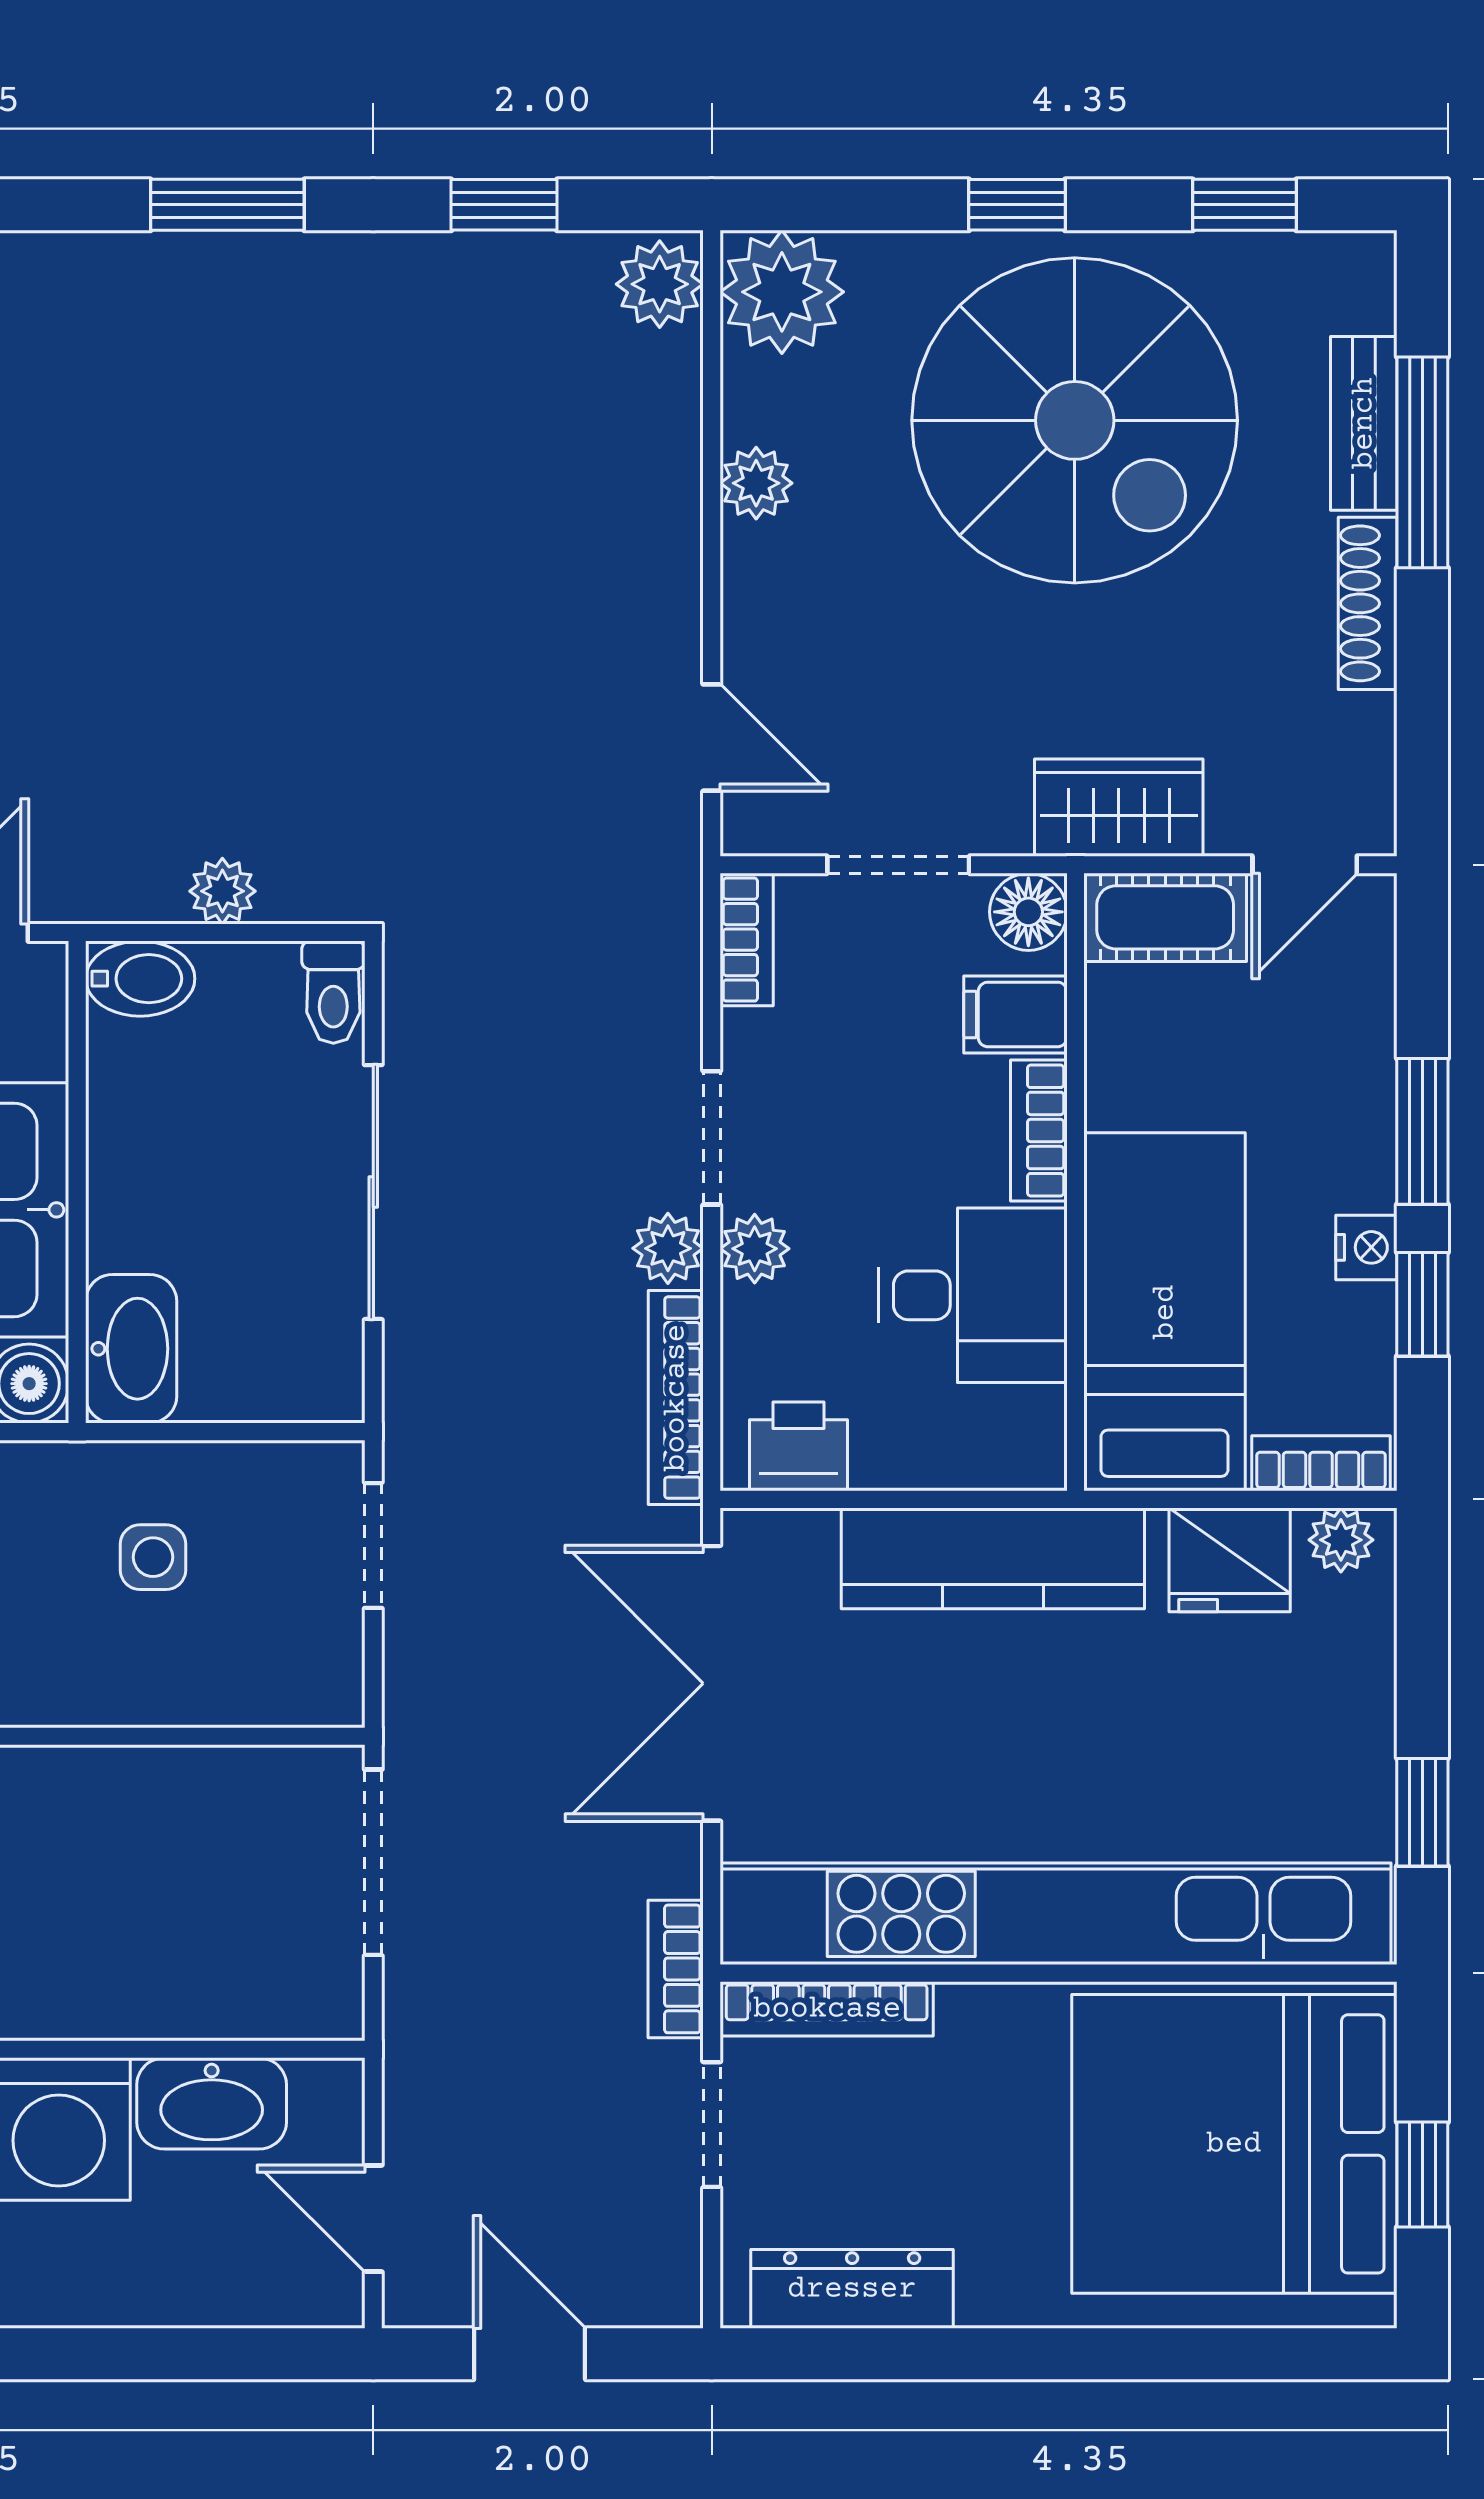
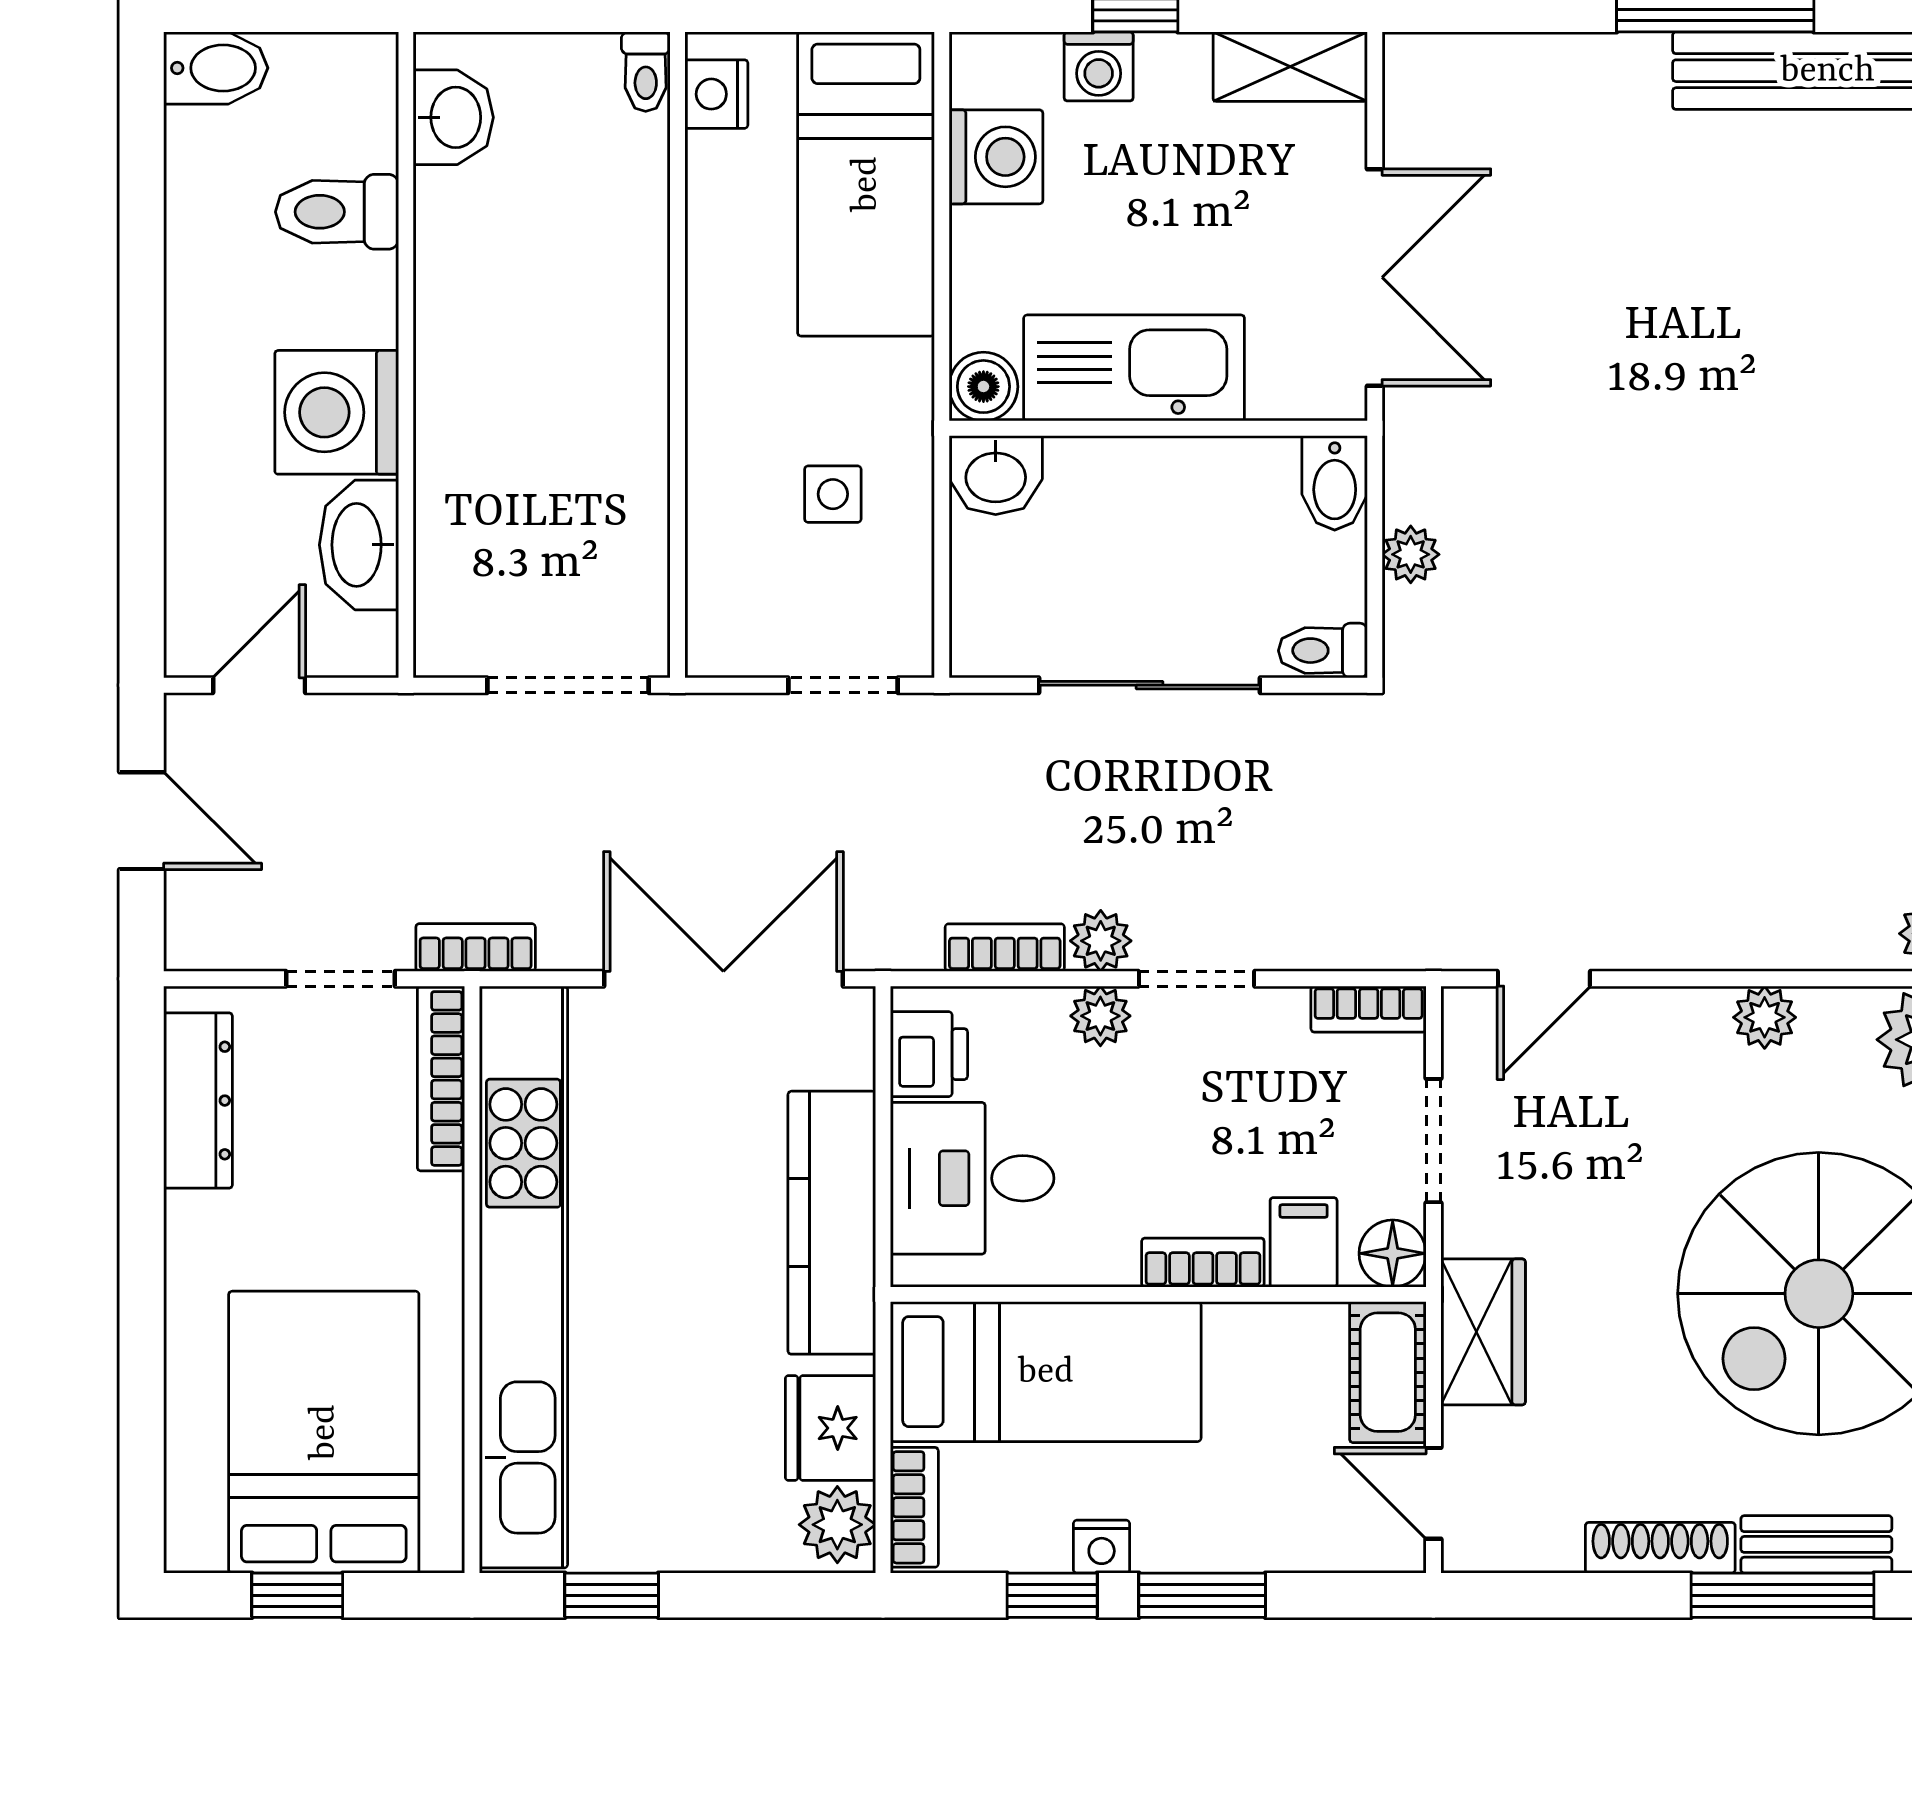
desk: (973, 1295) -> (972, 1178), moved, turned 90
washbasin: (131, 1349) -> (996, 475), width x0.72
bookcase: (676, 1398) -> (1005, 948), width x0.64
plant: (1341, 1540) -> (837, 1525), width x1.38, depth x1.38
bed: (1234, 2144) -> (324, 1432), width x0.73
door: (530, 2354) -> (142, 821), hinge flipped

